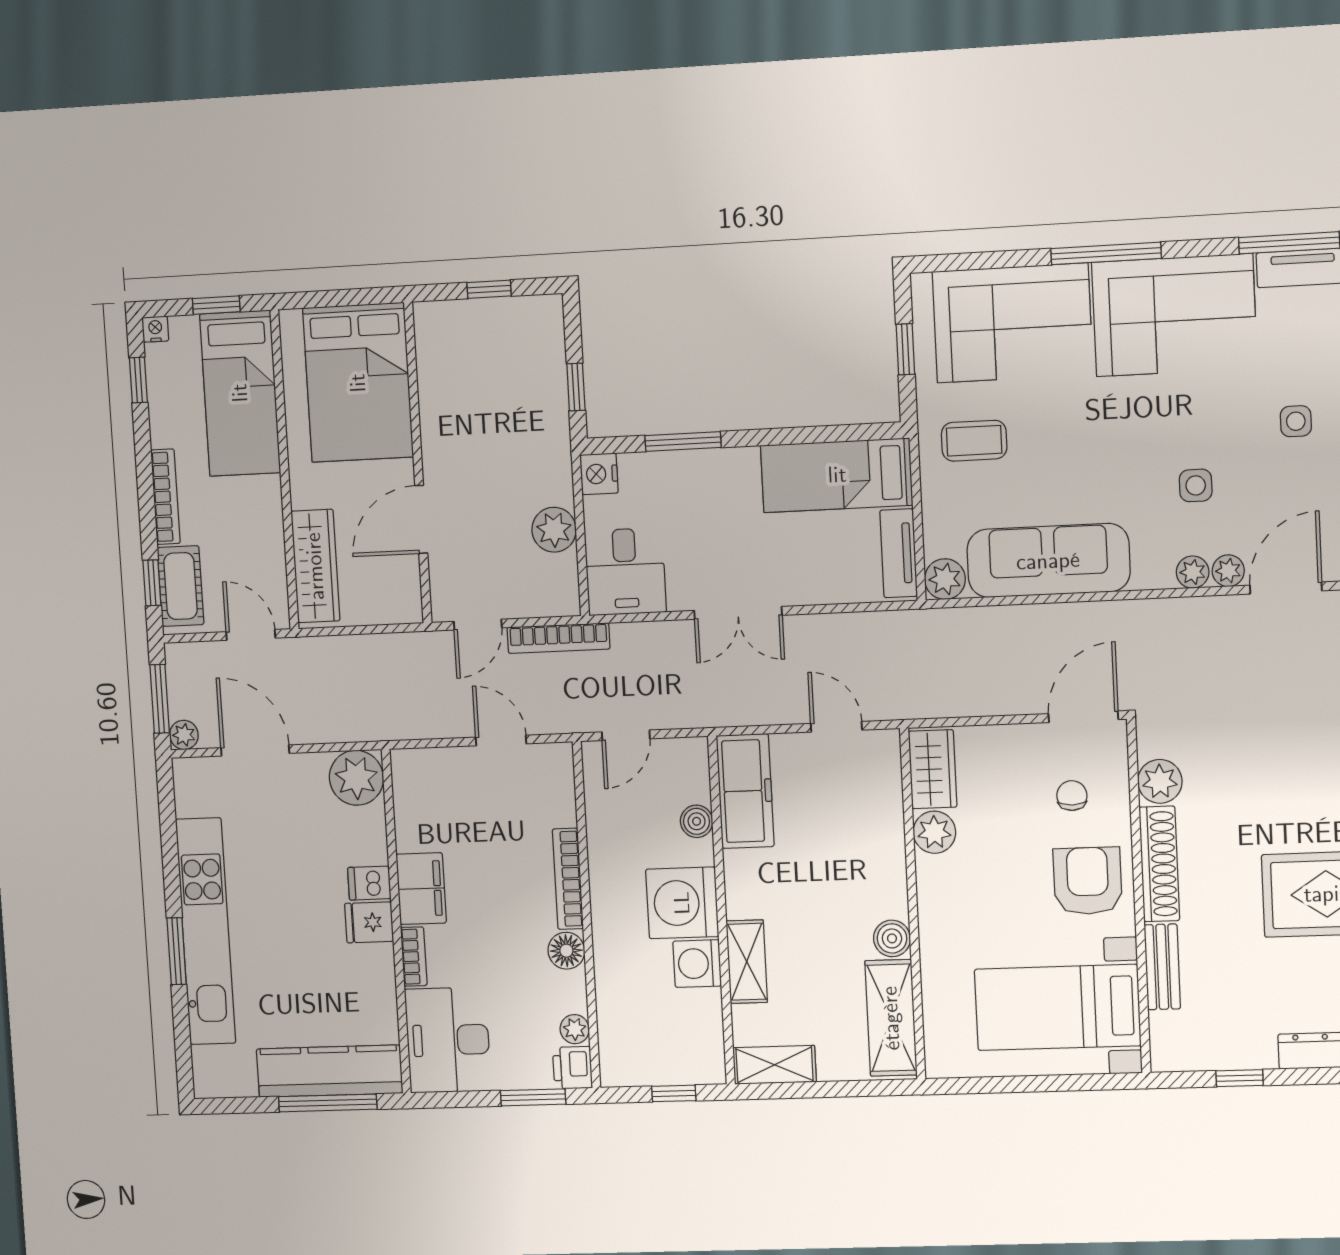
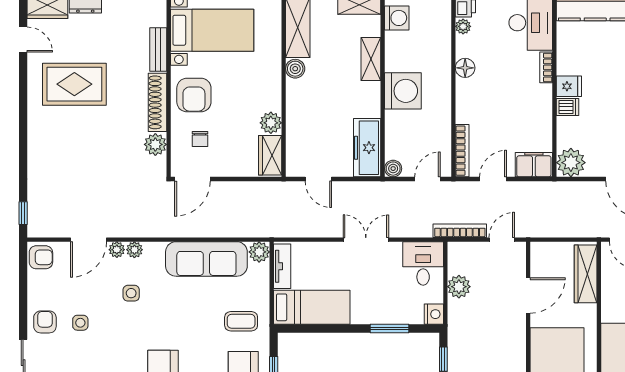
door: (501, 740) -> (493, 179), swing flipped
boiler: (697, 821) -> (393, 169), moved
bookcase: (568, 879) -> (462, 151), moved
filing cabinet: (421, 889) -> (534, 165), moved, turned 90
washing machine: (697, 964) -> (397, 18), moved

